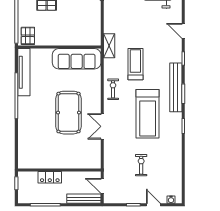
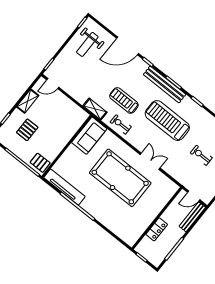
door: (183, 31) -> (127, 46), width x1.88
sofa: (77, 59) -> (89, 136), width x0.73
exercise bike: (113, 89) -> (121, 124), moved
pool table: (69, 113) -> (120, 178), width x1.36, depth x1.32
treadmill: (148, 114) -> (167, 121), turned 180
double door: (102, 126) -> (150, 161), swing flipped

